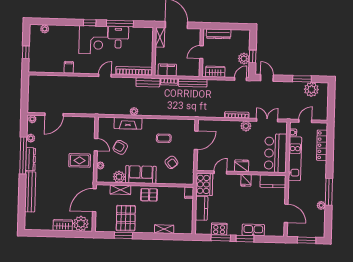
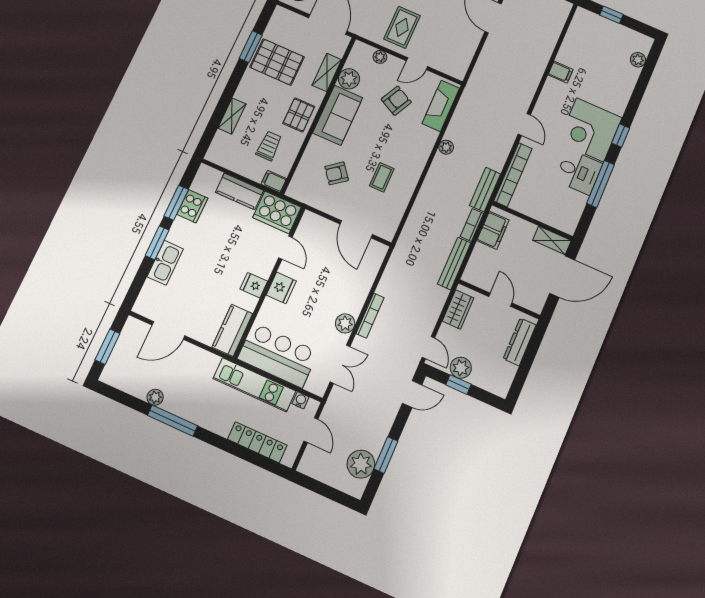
fireplace: (128, 123) -> (441, 106), moved
trolley: (172, 203) -> (269, 146), added

